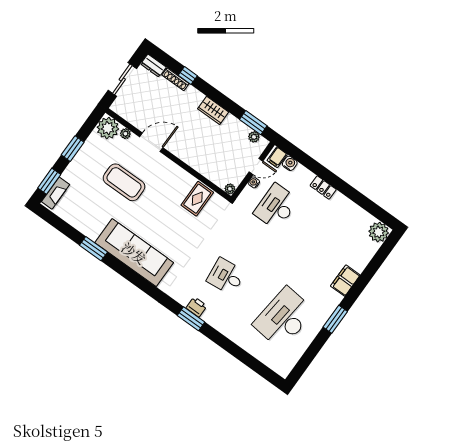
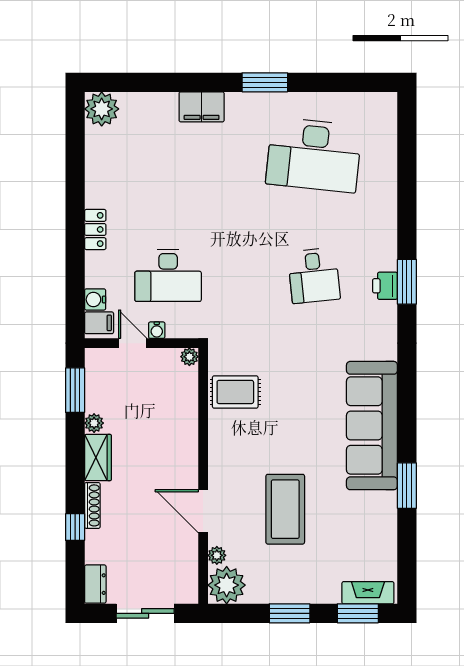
shoe rack: (176, 79) -> (92, 505), moved
plant: (254, 137) -> (94, 423), moved

